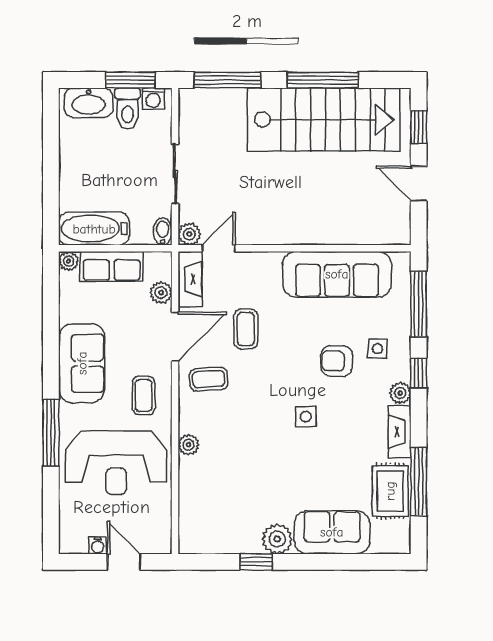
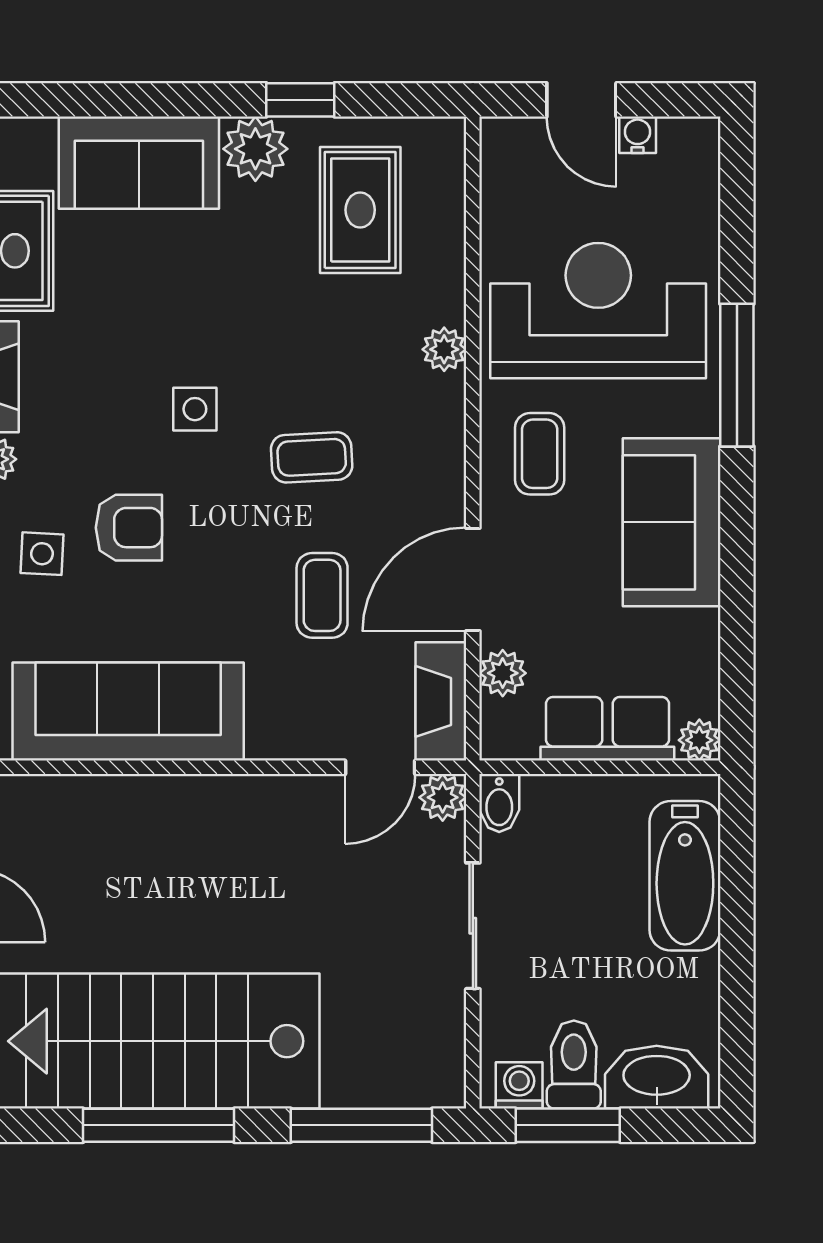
bathtub: (94, 229) -> (685, 876), moved, turned 90
coffee table: (209, 379) -> (312, 457), moved
rug: (228, 510) -> (360, 210), added

